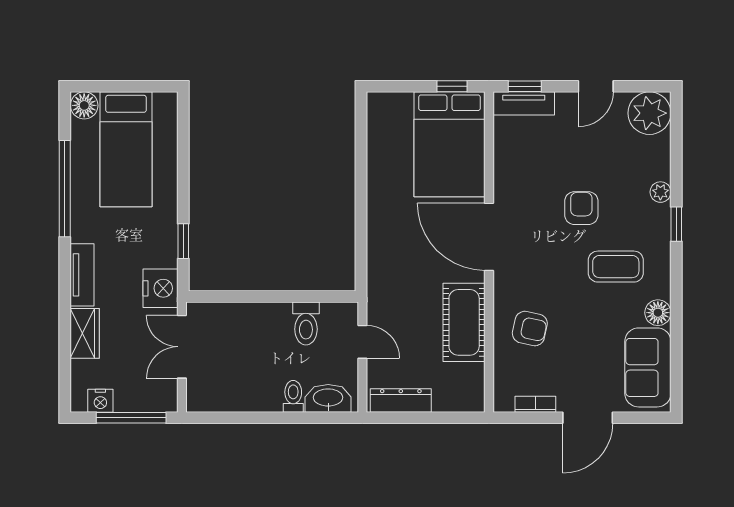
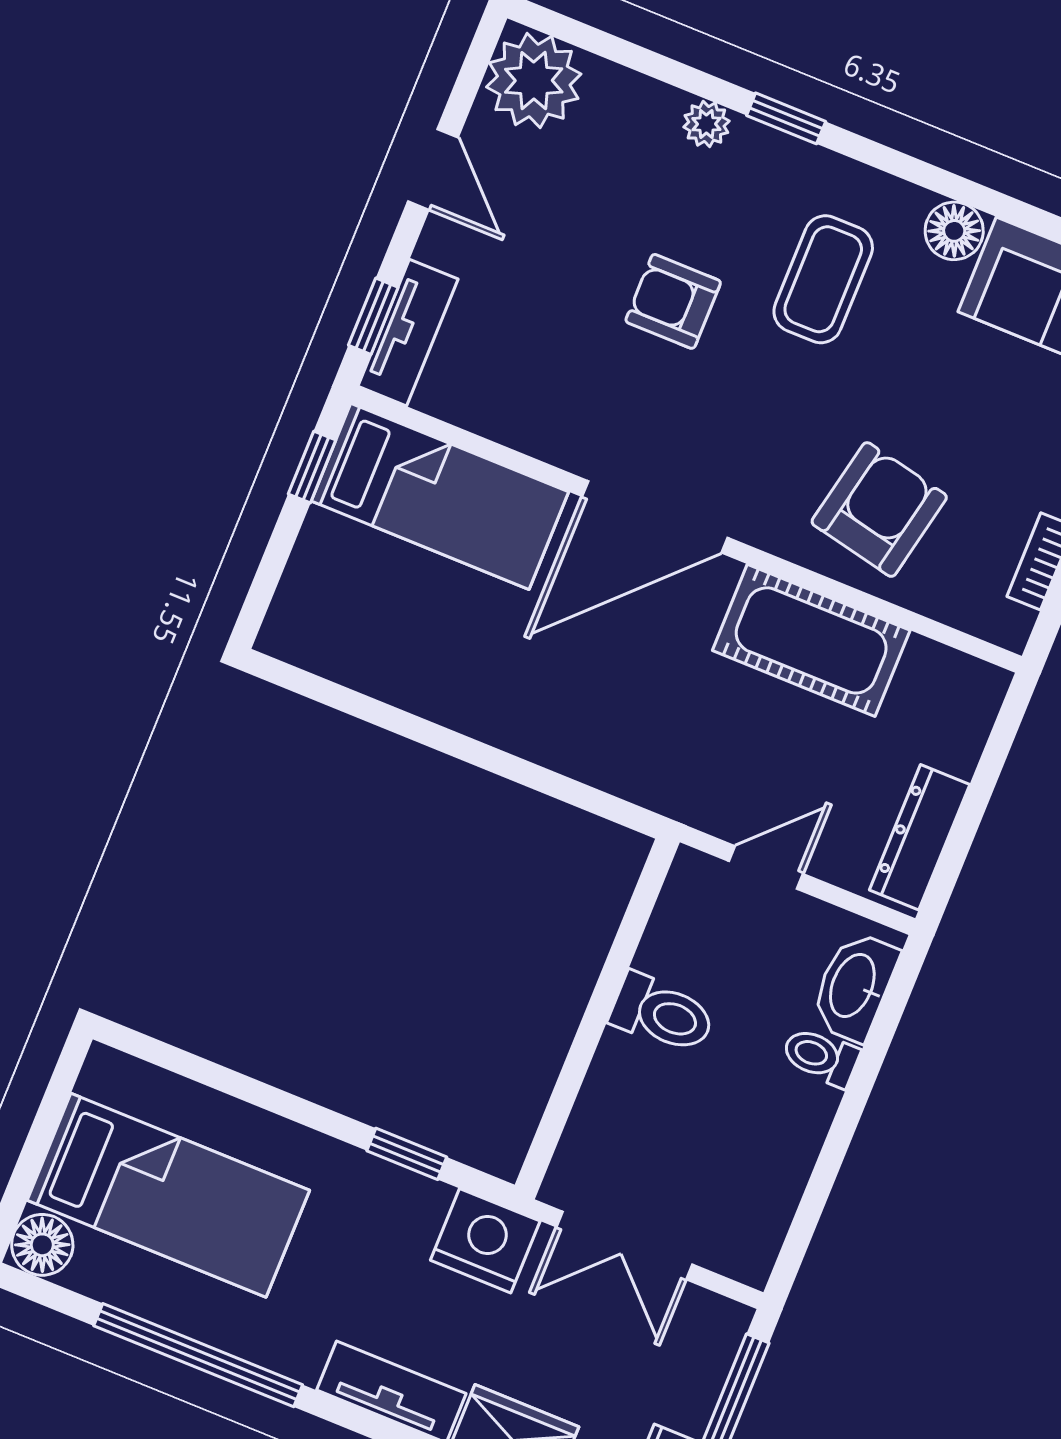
bed: (449, 144) -> (440, 496), width x0.67
toilet: (306, 324) -> (662, 1014), moved
armchair: (530, 329) -> (879, 510), width x1.38, depth x1.38

